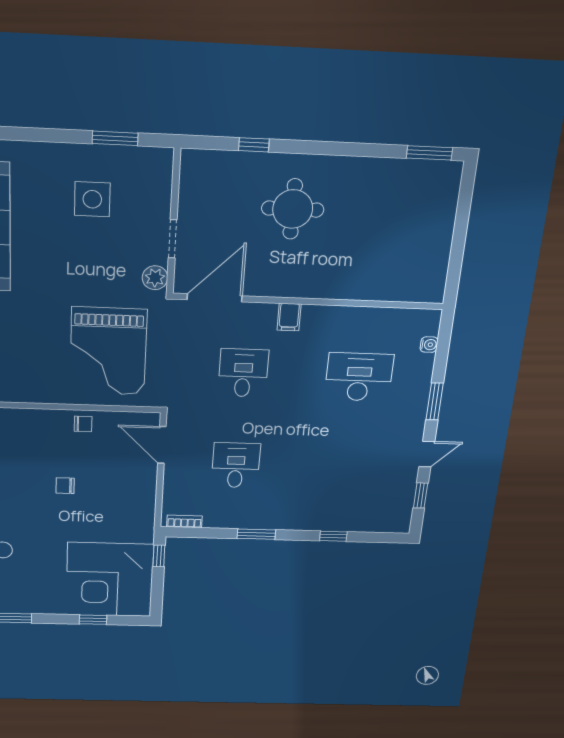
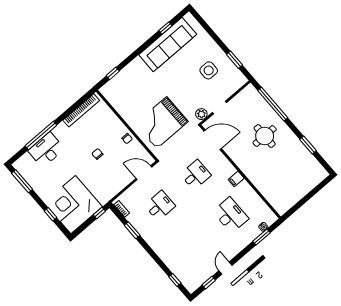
window: (254, 145) -> (273, 104), width x3.17
window: (429, 153) -> (308, 145), moved
filing cabinet: (289, 317) -> (236, 179), moved
window: (435, 401) -> (262, 237), moved
door: (162, 445) -> (144, 173), hinge flipped
door: (427, 454) -> (226, 268), swing flipped
window: (256, 534) -> (132, 230), moved
window: (333, 536) -> (175, 280), moved

